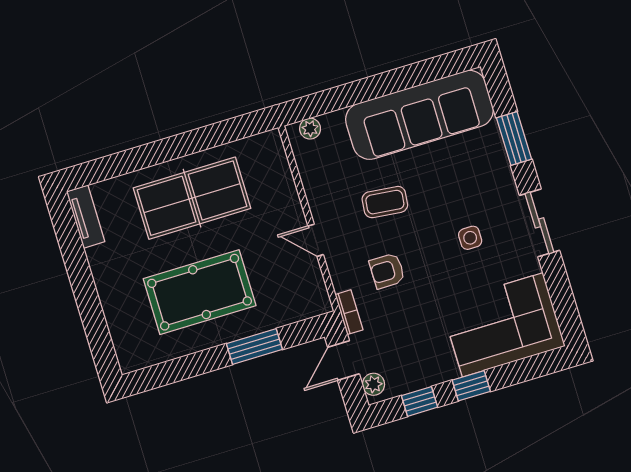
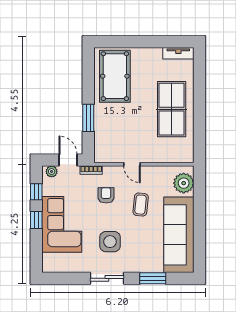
plant: (310, 129) -> (184, 183), width x1.88, depth x1.88
side table: (470, 238) -> (110, 242), width x1.87, depth x1.87
door: (316, 240) -> (132, 164), swing flipped
pool table: (200, 292) -> (115, 76), moved
corner sofa: (503, 325) -> (62, 224), moved

